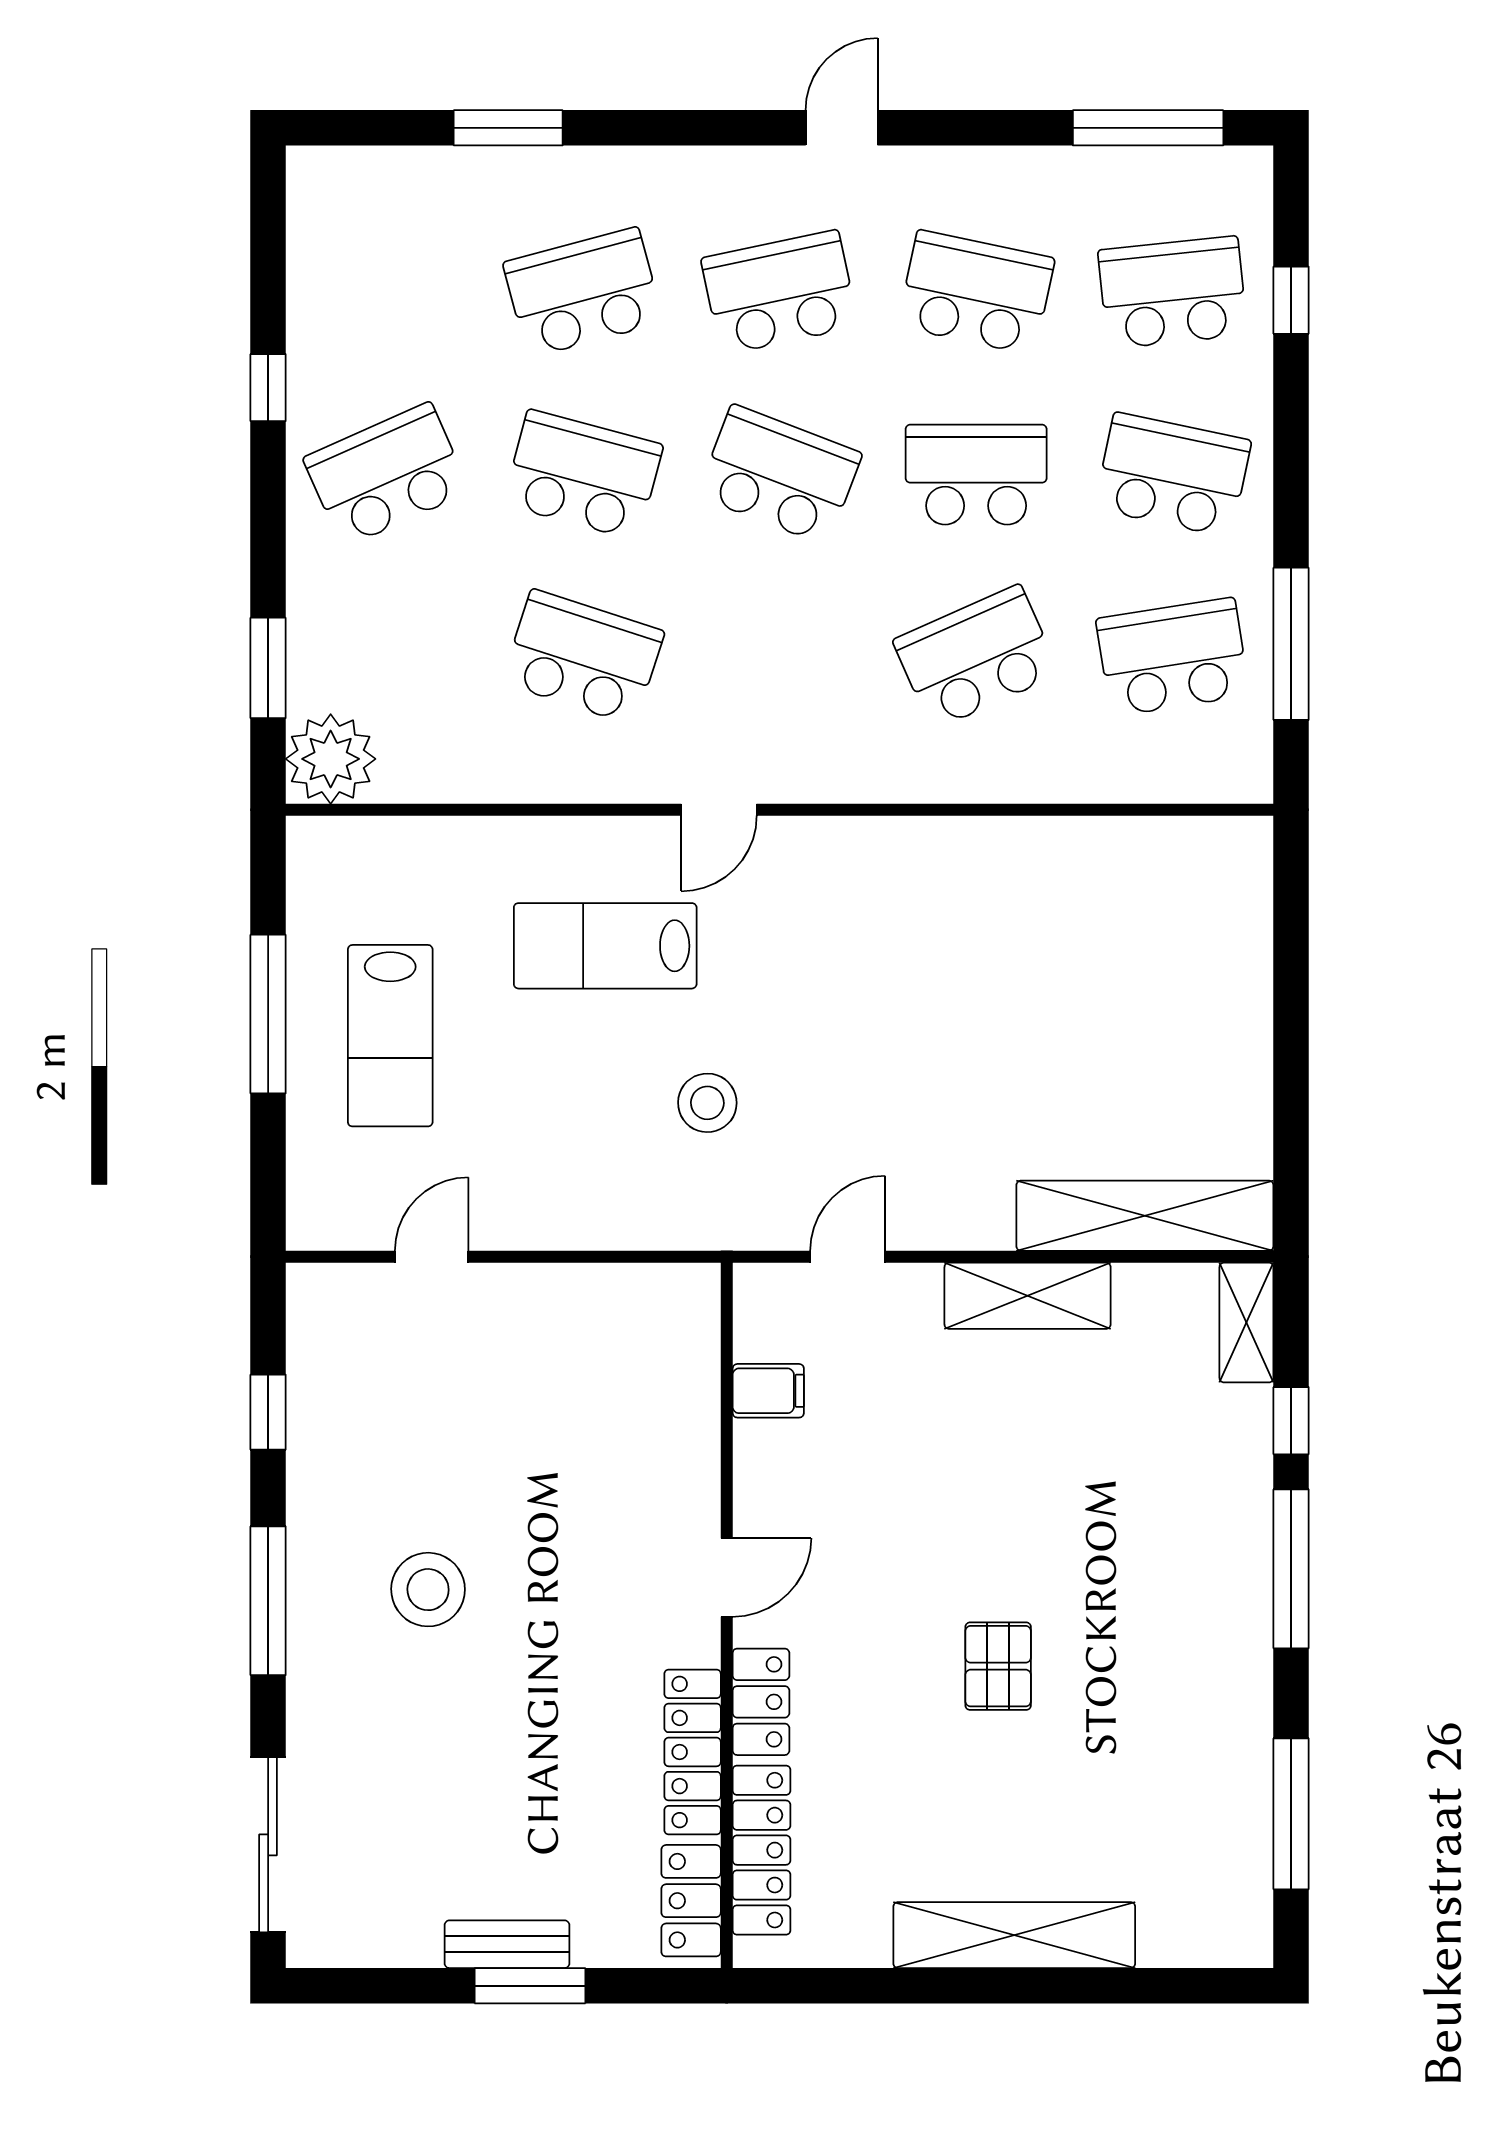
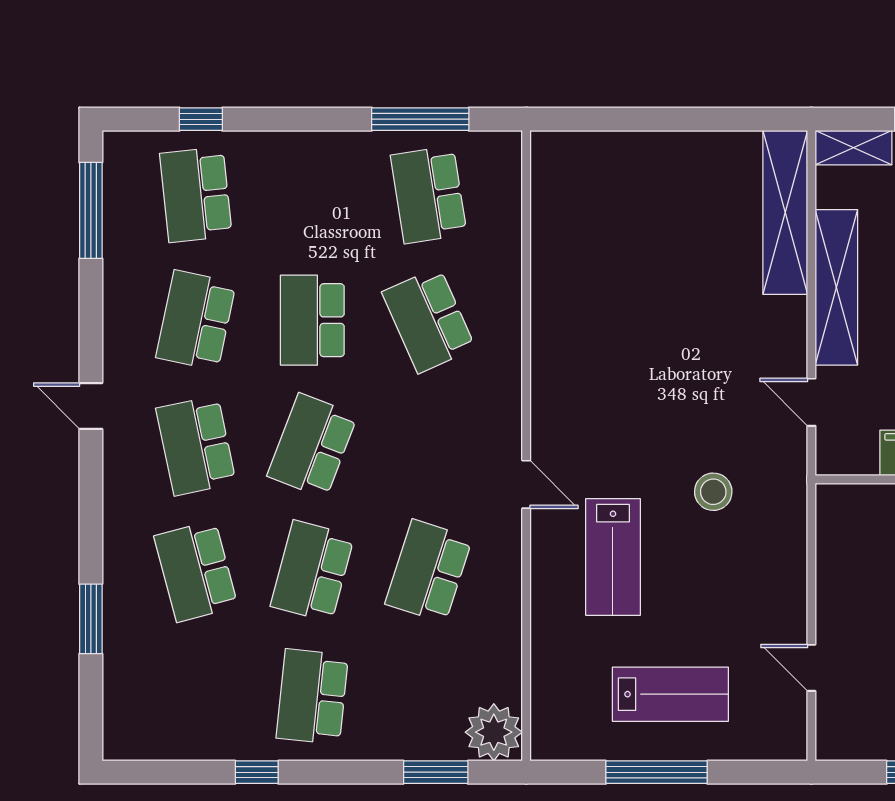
school desk: (386, 475) -> (312, 697), turned 30
school desk: (1173, 475) -> (312, 195), removed
shelving: (1028, 1296) -> (836, 287), width x1.47

